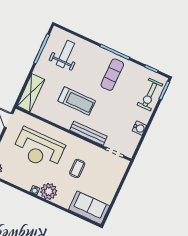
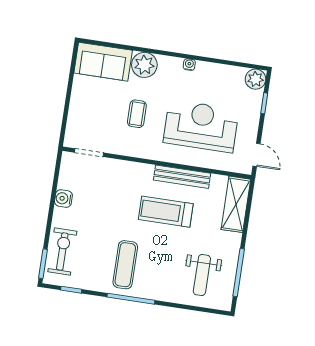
bench: (88, 133) -> (182, 177), moved
plant: (49, 191) -> (144, 65), moved

